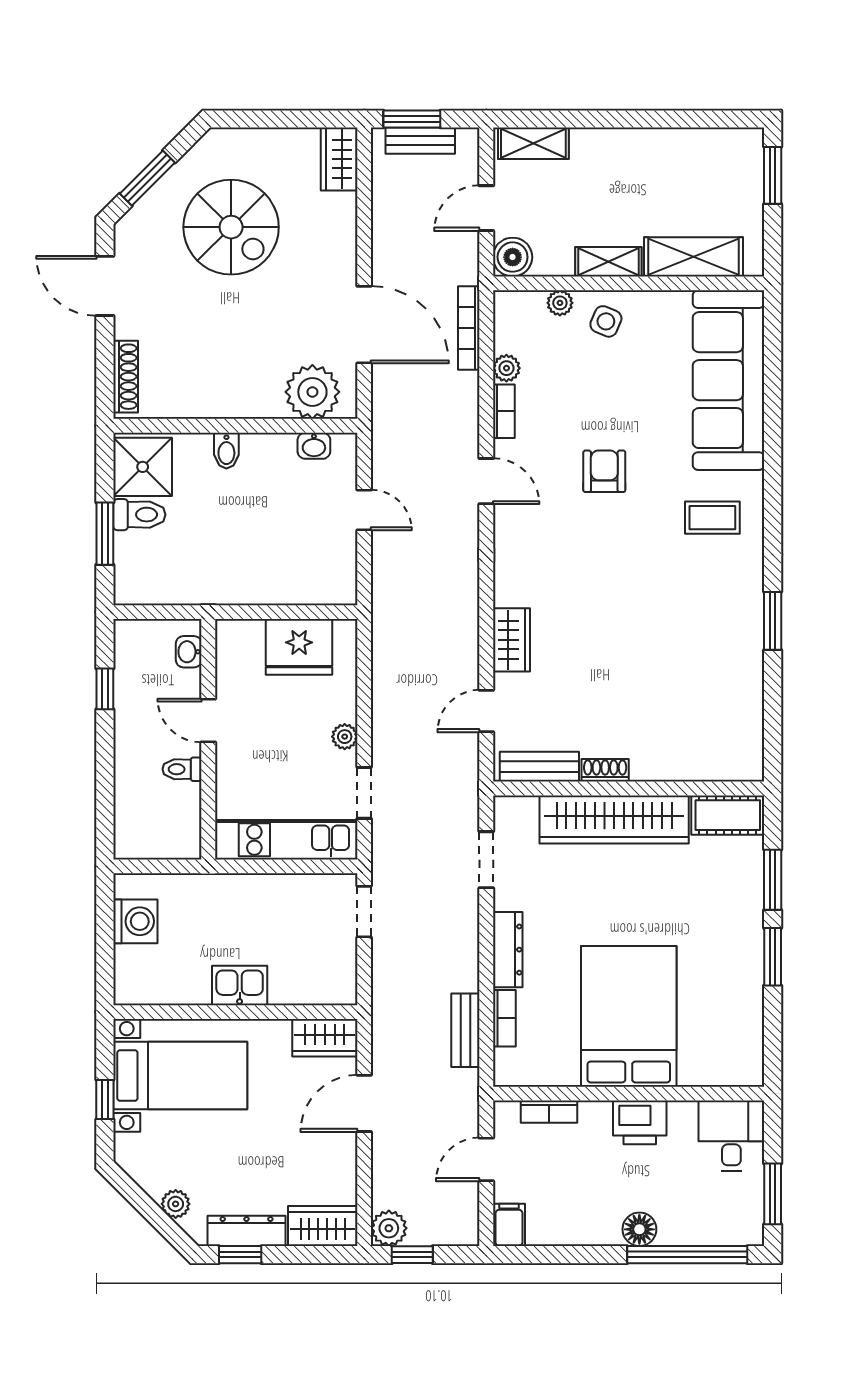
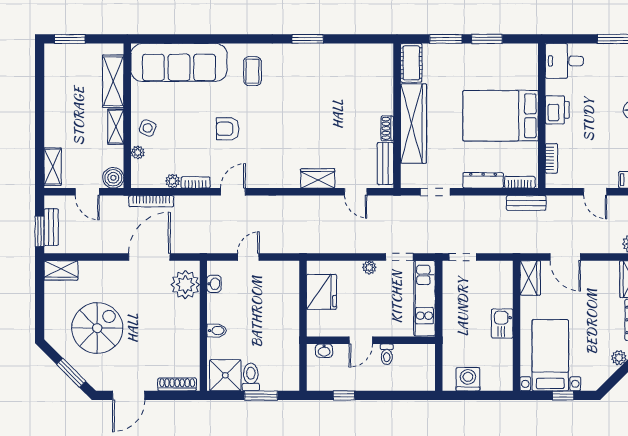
bed: (629, 1016) -> (501, 116), moved
wall: (629, 1094) -> (542, 116), moved
bookcase: (549, 1112) -> (551, 158), moved
printer: (640, 1122) -> (557, 110), moved
desk: (731, 1136) -> (564, 61), moved

